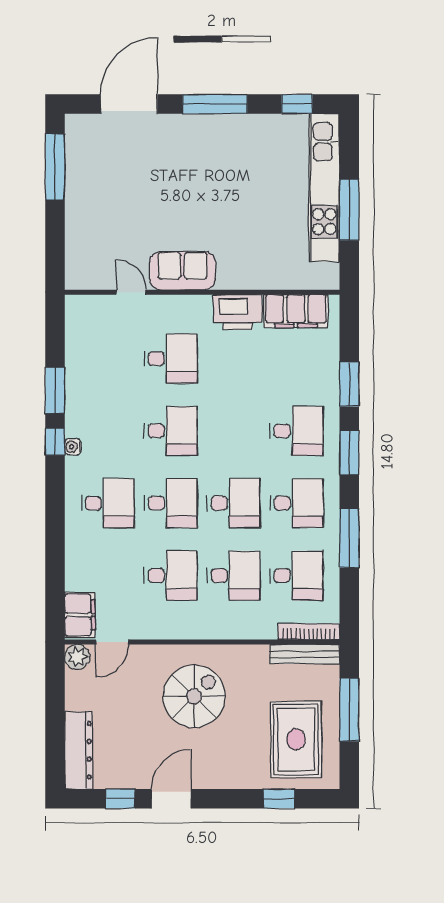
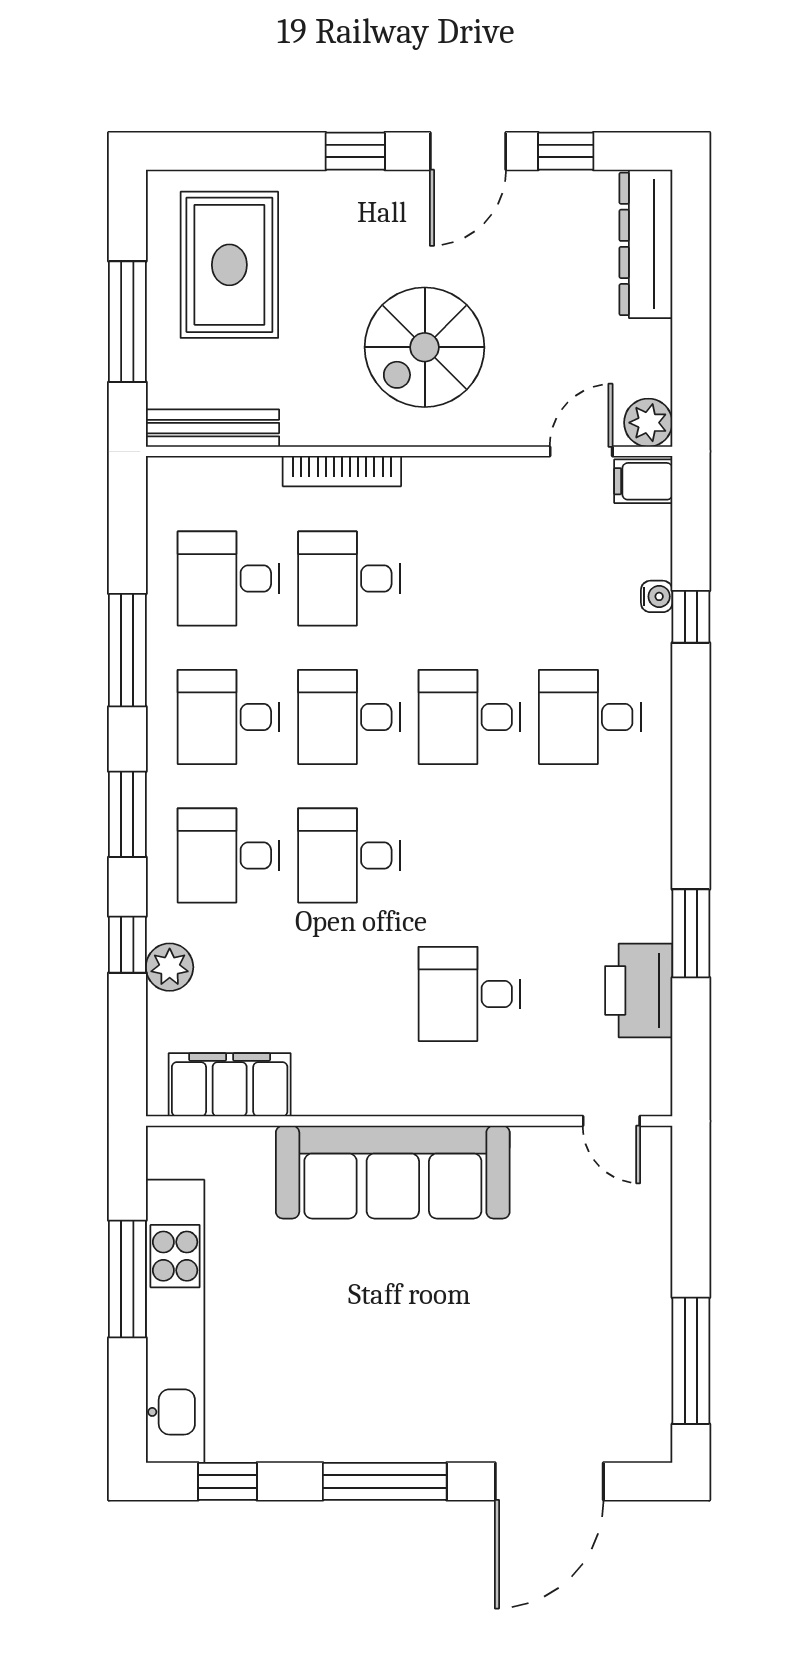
sofa: (183, 271) -> (393, 1172), width x1.85, depth x1.27
door: (131, 292) -> (611, 1121), moved
printer: (238, 312) -> (639, 990), moved, turned -90
plant: (327, 373) -> (170, 967), added
window: (349, 384) -> (127, 945), width x0.67
desk: (171, 431) -> (349, 855), moved
window: (55, 442) -> (691, 617), moved
water cooler: (73, 447) -> (657, 596), moved
desk: (171, 576) -> (469, 579), removed
filing cabinet: (80, 615) -> (643, 481), width x0.50
bookcase: (309, 632) -> (342, 471), moved
window: (279, 799) -> (355, 151), moved

